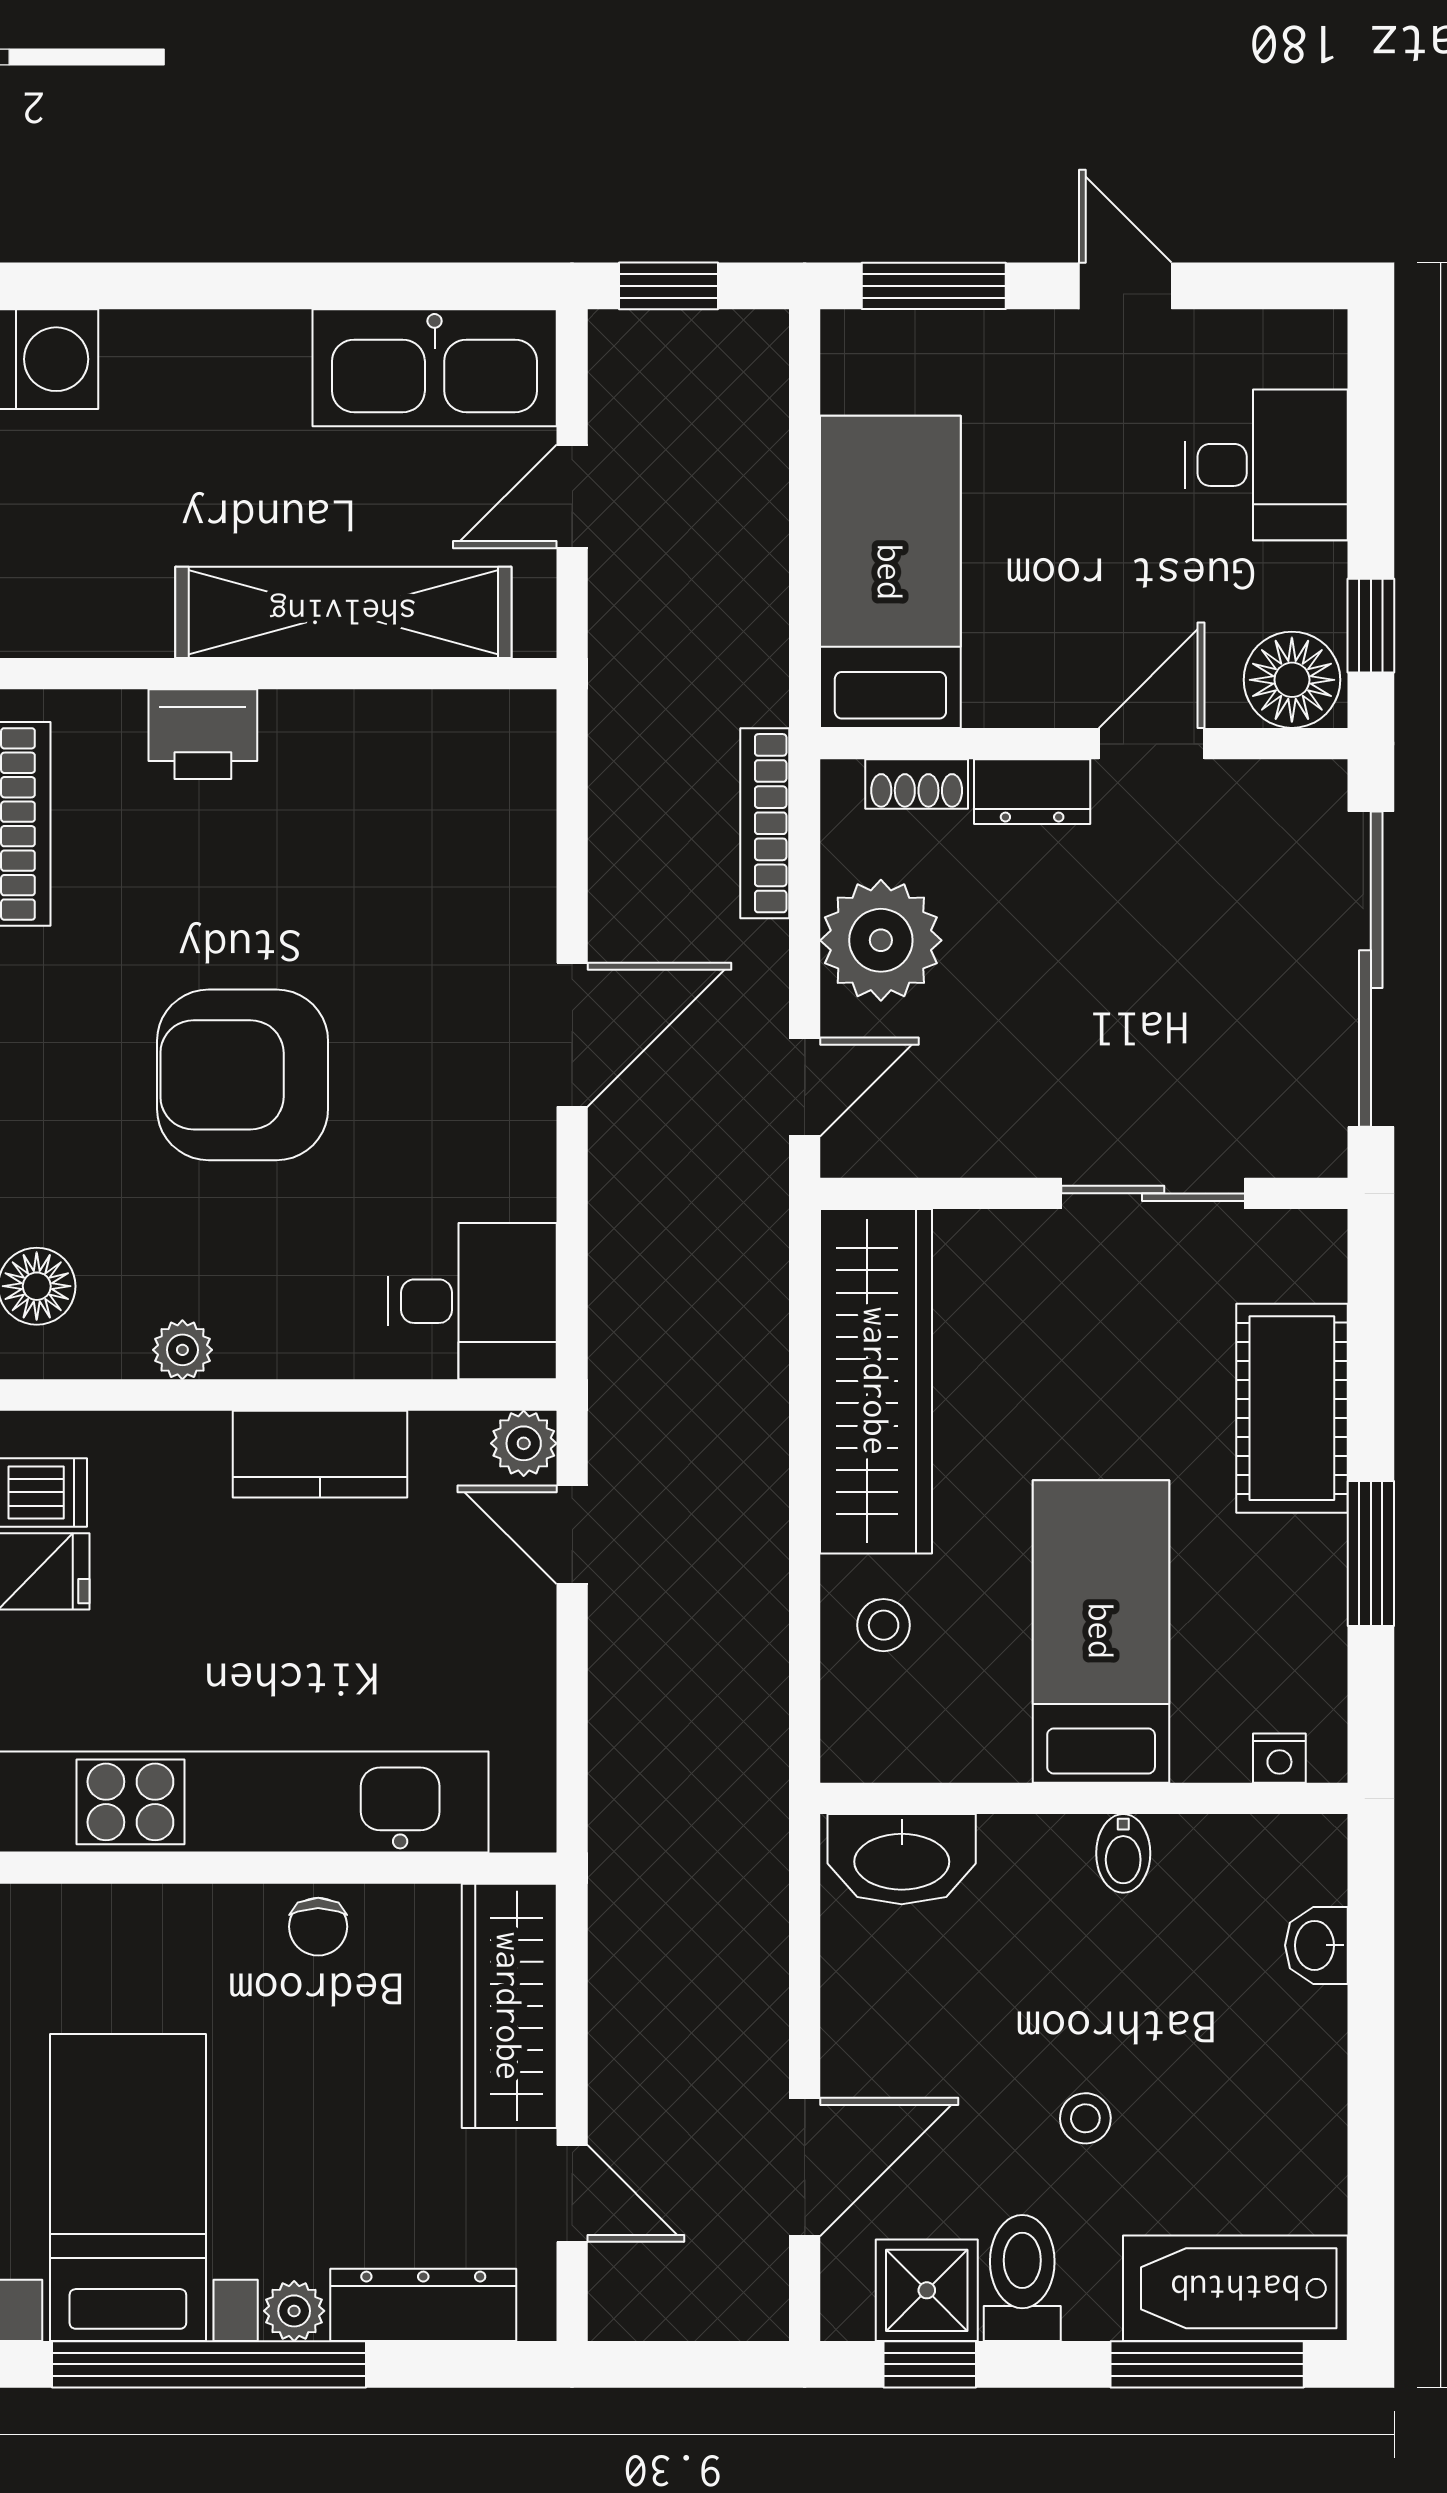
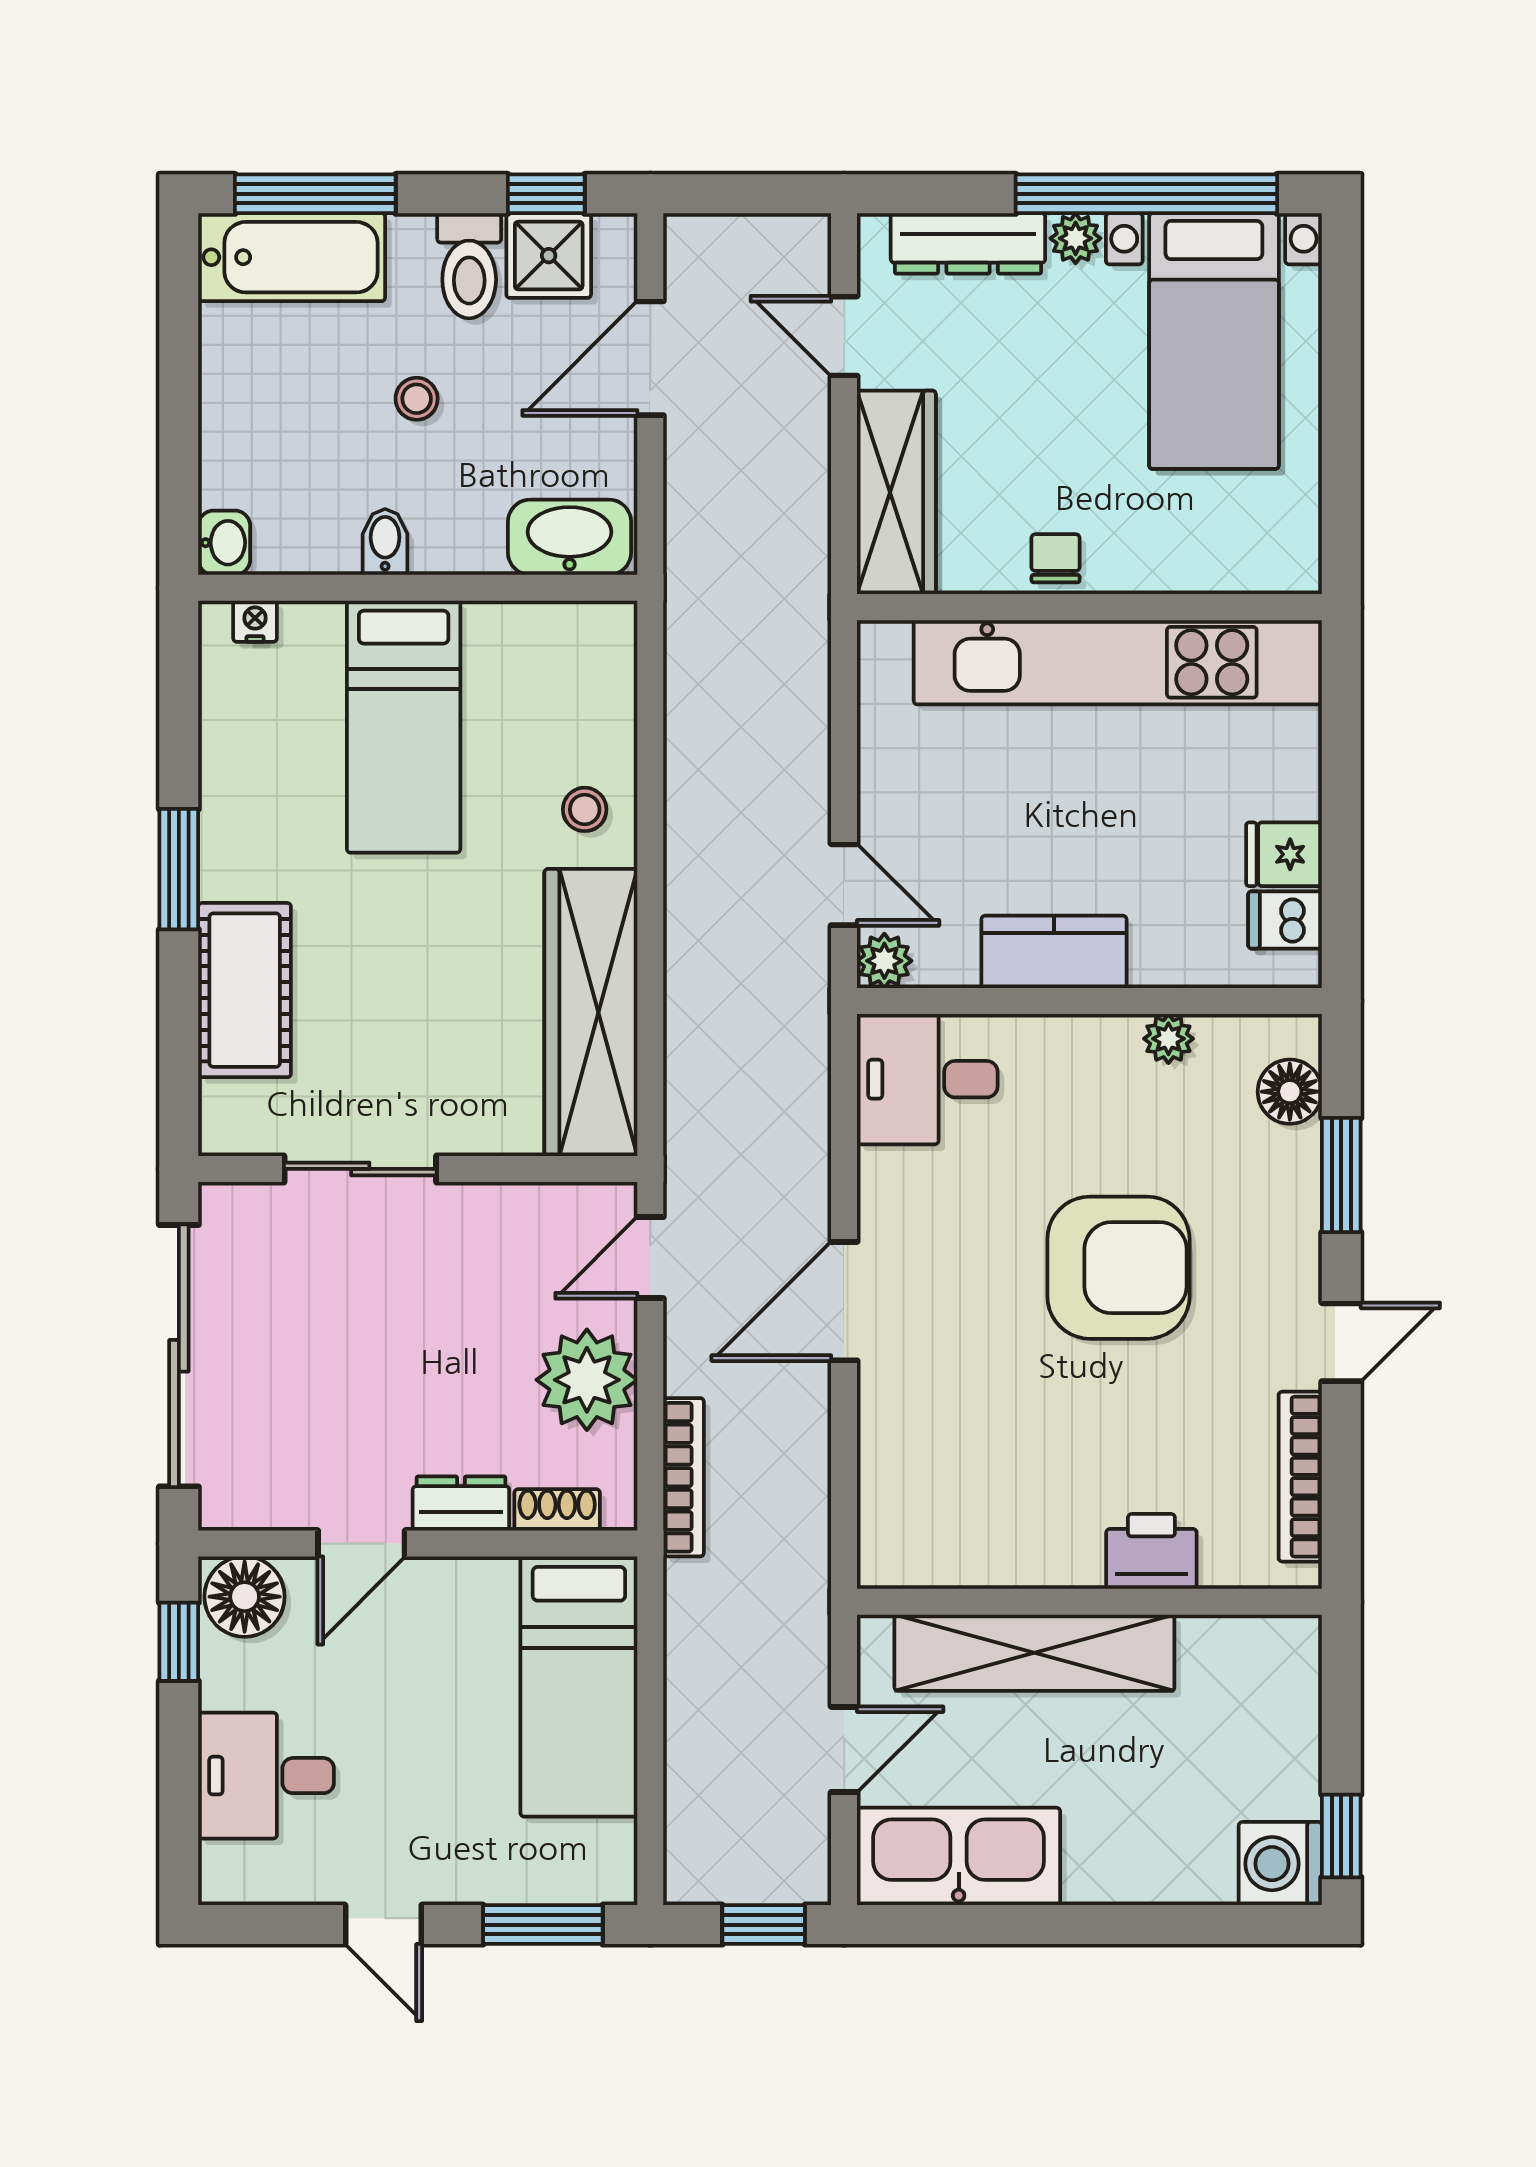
bed: (1101, 1631) -> (404, 727), moved
nightstand: (1279, 1758) -> (255, 621), moved
wall: (1084, 1798) -> (418, 588), moved
bidet: (1123, 1853) -> (385, 542), moved
washbasin: (902, 1859) -> (570, 537), moved

